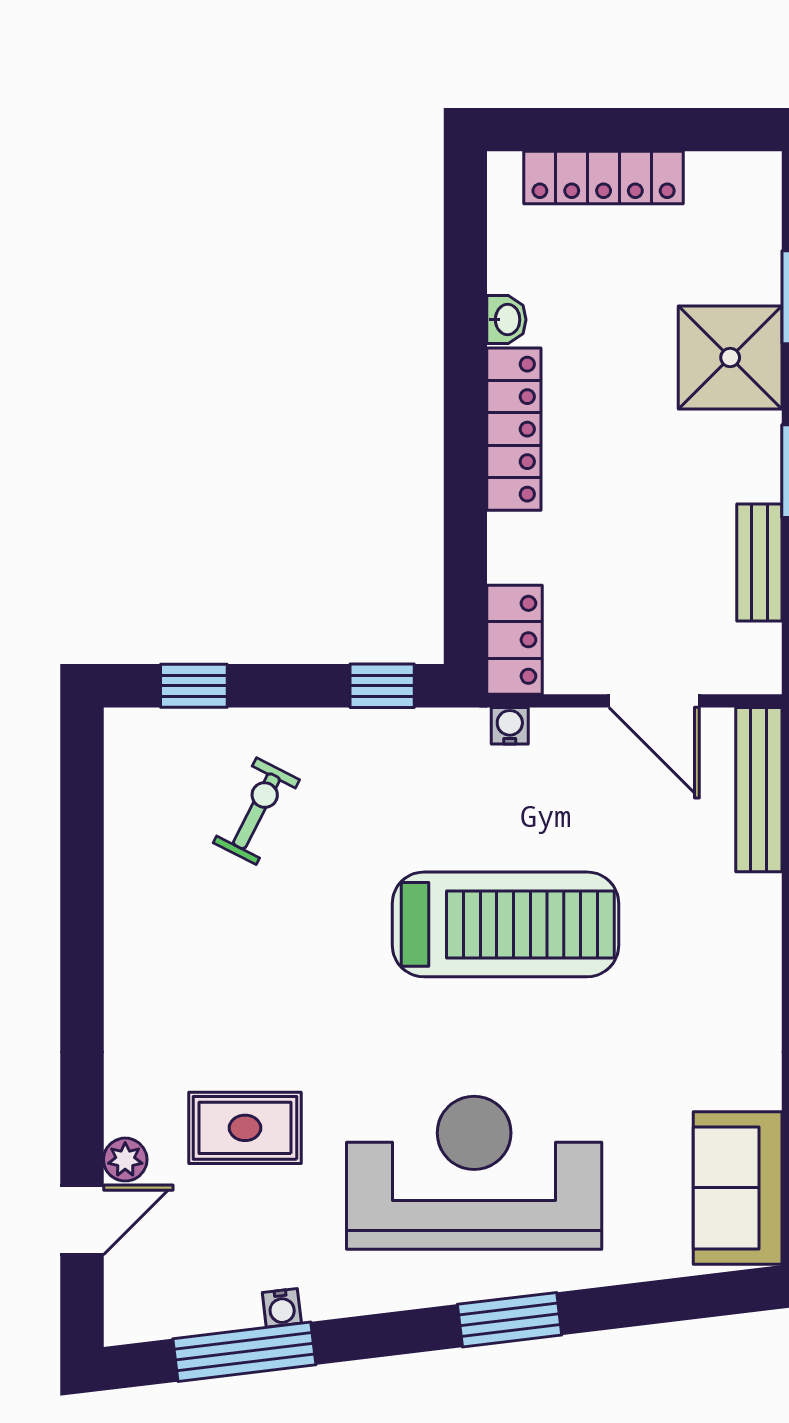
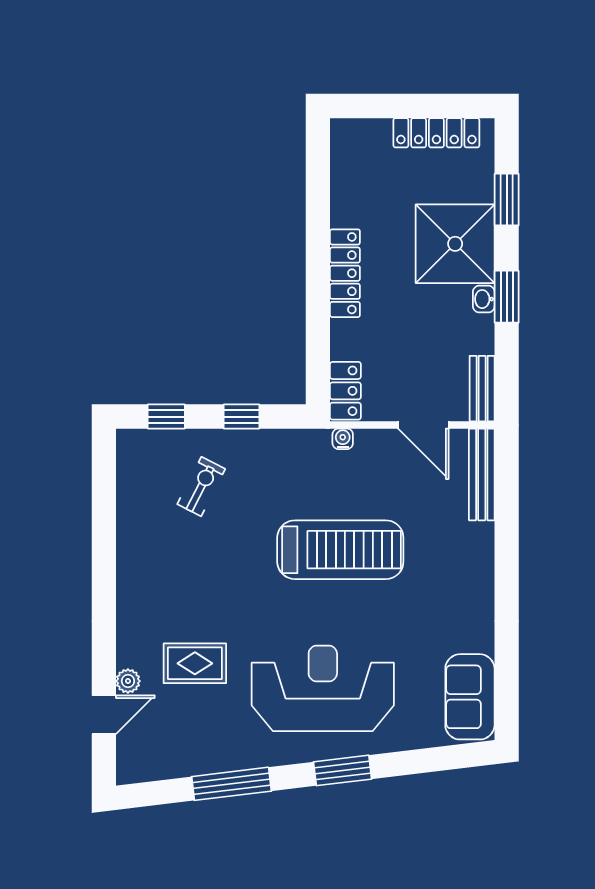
locker: (604, 178) -> (436, 133), moved
washbasin: (506, 320) -> (484, 299), moved, turned 180
shower: (730, 357) -> (455, 244), width x1.37, depth x1.37
bench: (759, 563) -> (482, 389), moved
window: (382, 686) -> (241, 417), moved
water cooler: (282, 1308) -> (215, 764), removed
window: (244, 1352) -> (231, 784), moved

